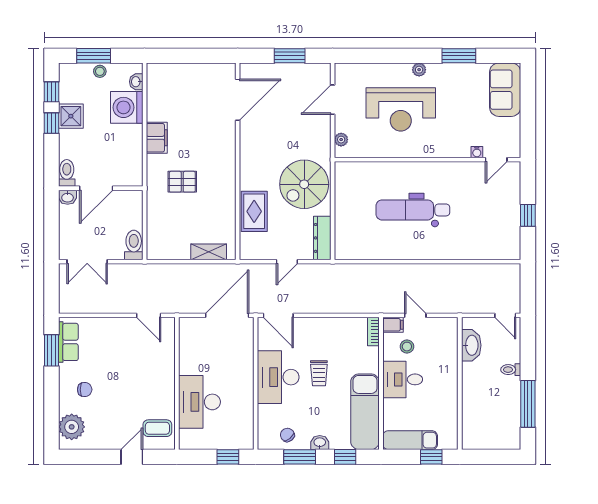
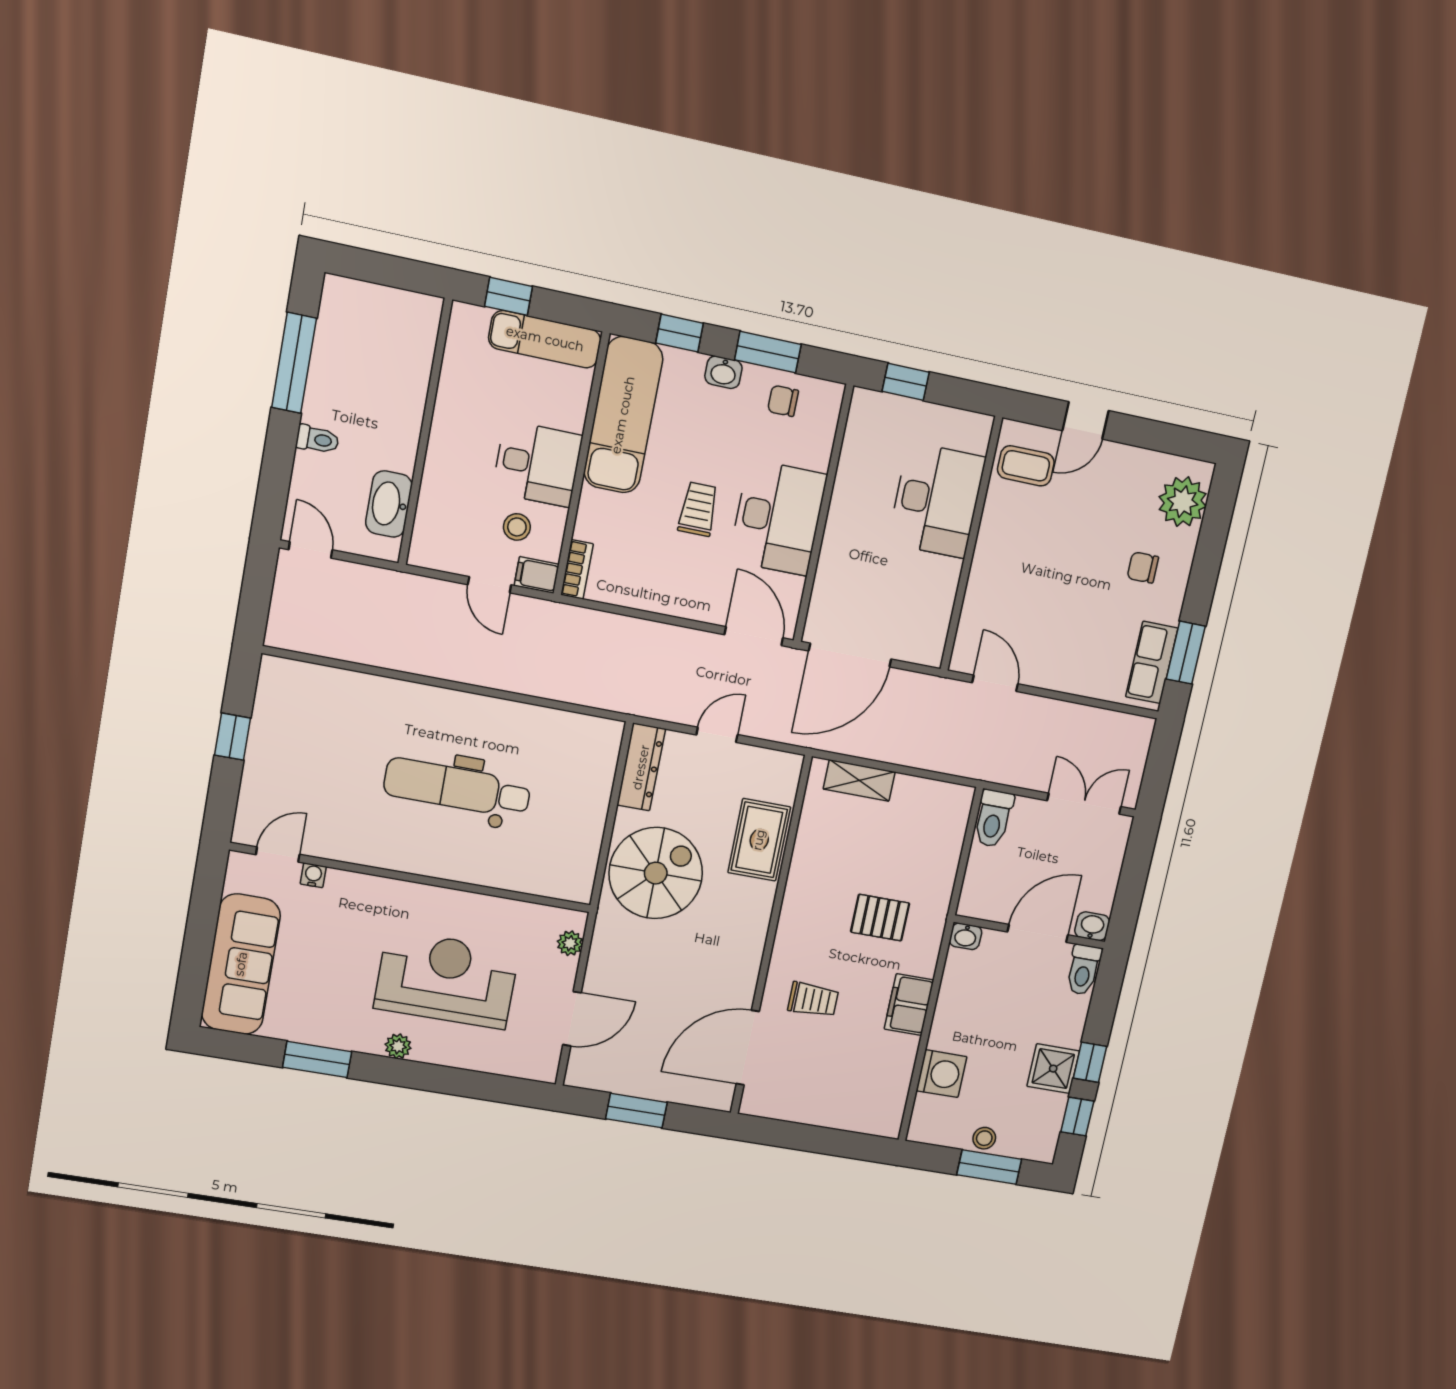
washbasin: (136, 82) -> (966, 936), moved, turned 90
sofa: (505, 90) -> (241, 964), width x1.36
washing machine: (127, 107) -> (942, 1074), width x0.73, depth x0.73
trolley: (208, 132) -> (813, 1000), added
dental chair: (413, 210) -> (457, 788), turned 180
chair: (287, 435) -> (783, 401), turned 128

